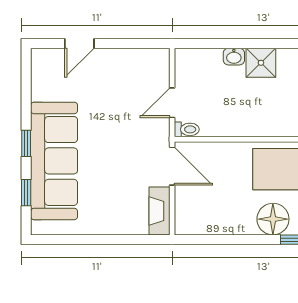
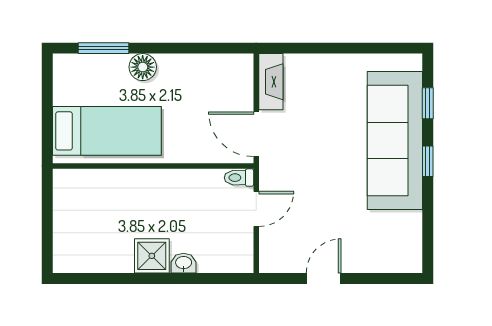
door: (79, 44) -> (324, 278), moved
floor lamp: (273, 219) -> (143, 67), width x0.73, depth x0.73

